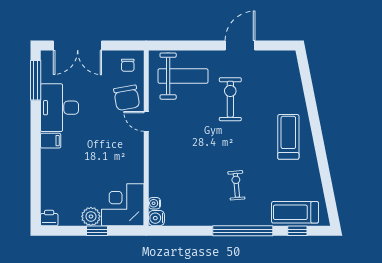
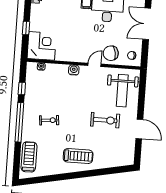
plant: (91, 216) -> (36, 25), removed
water cooler: (157, 218) -> (74, 70), moved
window: (297, 231) -> (22, 89), moved

